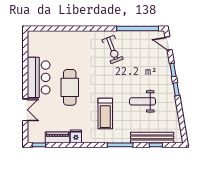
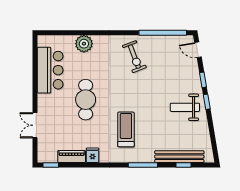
plant: (68, 38) -> (84, 44), added
bar counter: (39, 77) -> (50, 70), moved
weight bench: (143, 101) -> (185, 107), moved
double door: (25, 110) -> (35, 125), swing flipped
treadmill: (105, 114) -> (126, 129), turned 180

